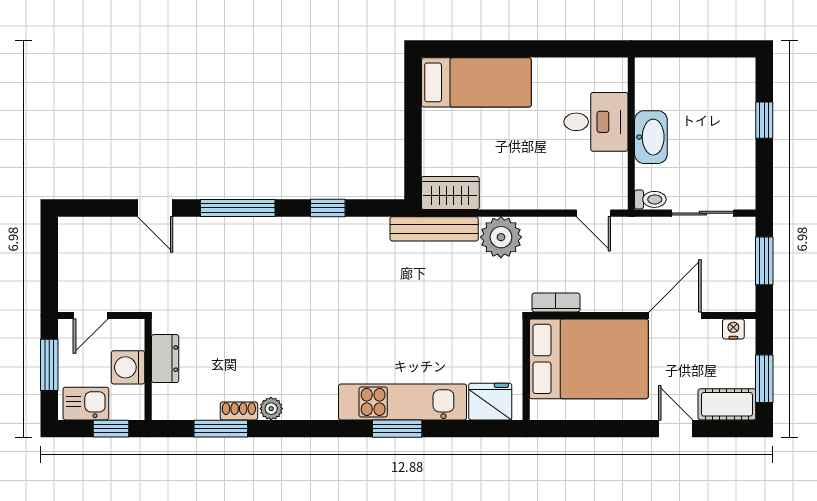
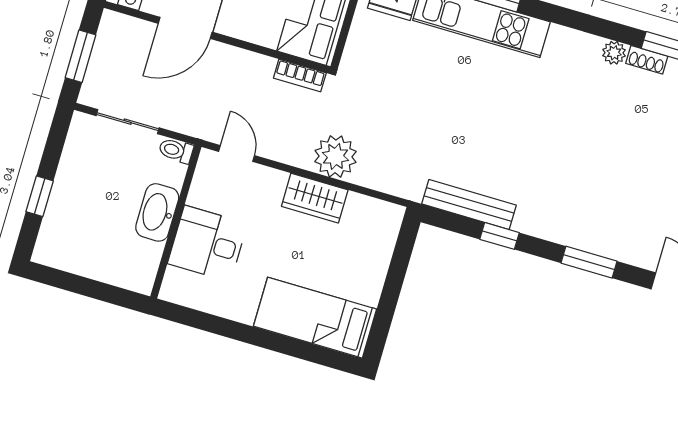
wardrobe: (450, 193) -> (315, 198), moved
window: (238, 208) -> (589, 262), width x0.69
bench: (434, 229) -> (469, 205), moved

